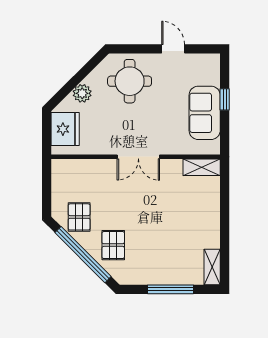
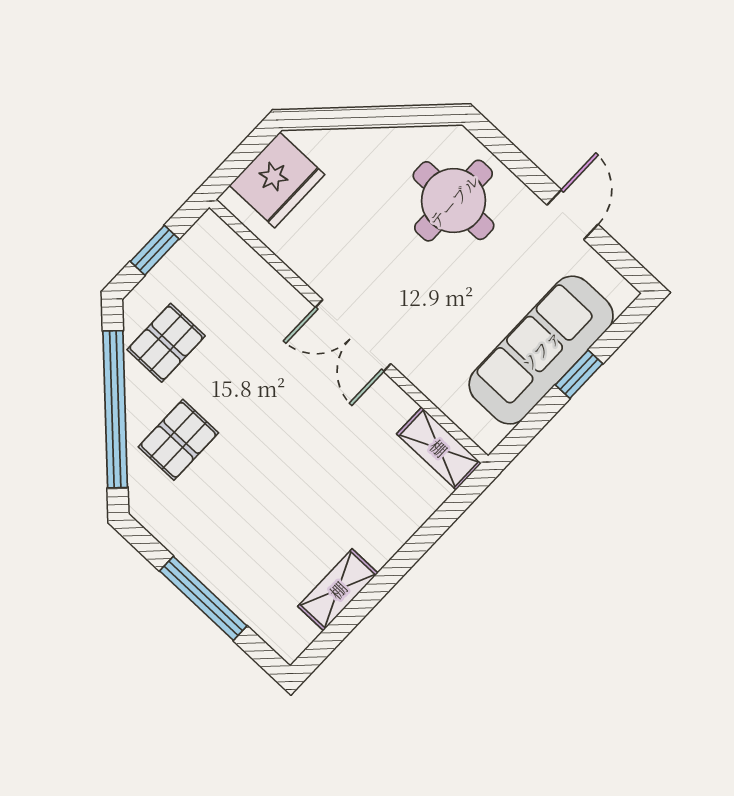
plant: (82, 93) -> (359, 148), removed
sofa: (205, 113) -> (541, 350), width x1.36
window: (47, 190) -> (155, 250), added
shelving: (212, 267) -> (338, 590), moved

